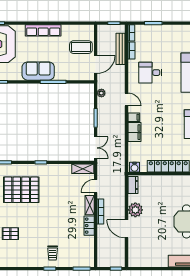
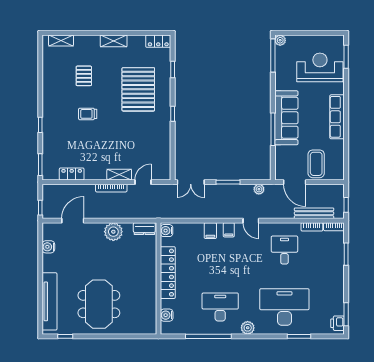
sofa: (38, 71) -> (286, 118), width x1.36
door: (127, 99) -> (251, 221), hinge flipped
filing cabinet: (135, 132) -> (210, 231), width x0.50
shelving: (83, 169) -> (165, 166), removed
door: (96, 186) -> (143, 182), hinge flipped
locker: (89, 226) -> (72, 174), moved
door: (127, 229) -> (73, 221), moved
trolley: (53, 253) -> (88, 114), moved
water cooler: (148, 262) -> (48, 247), added

